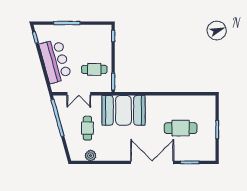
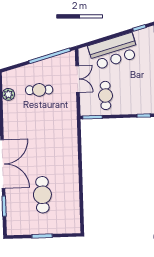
double door: (79, 94) -> (77, 79), swing flipped
booth: (123, 110) -> (60, 130), removed

